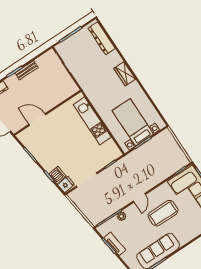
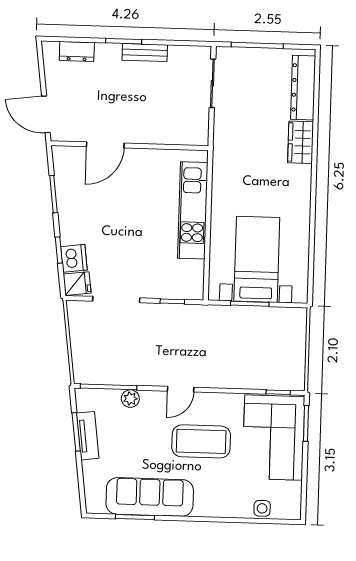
wardrobe: (125, 74) -> (301, 142), moved
door: (37, 120) -> (105, 145), swing flipped

